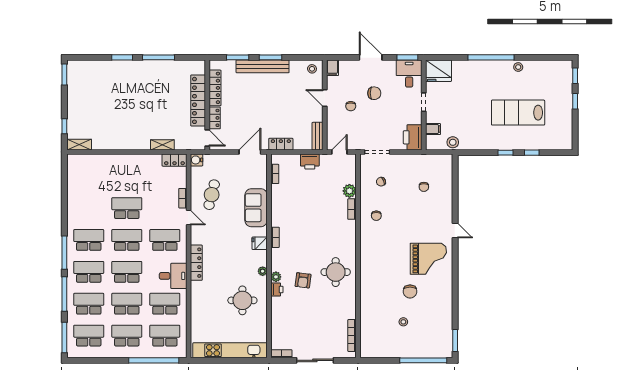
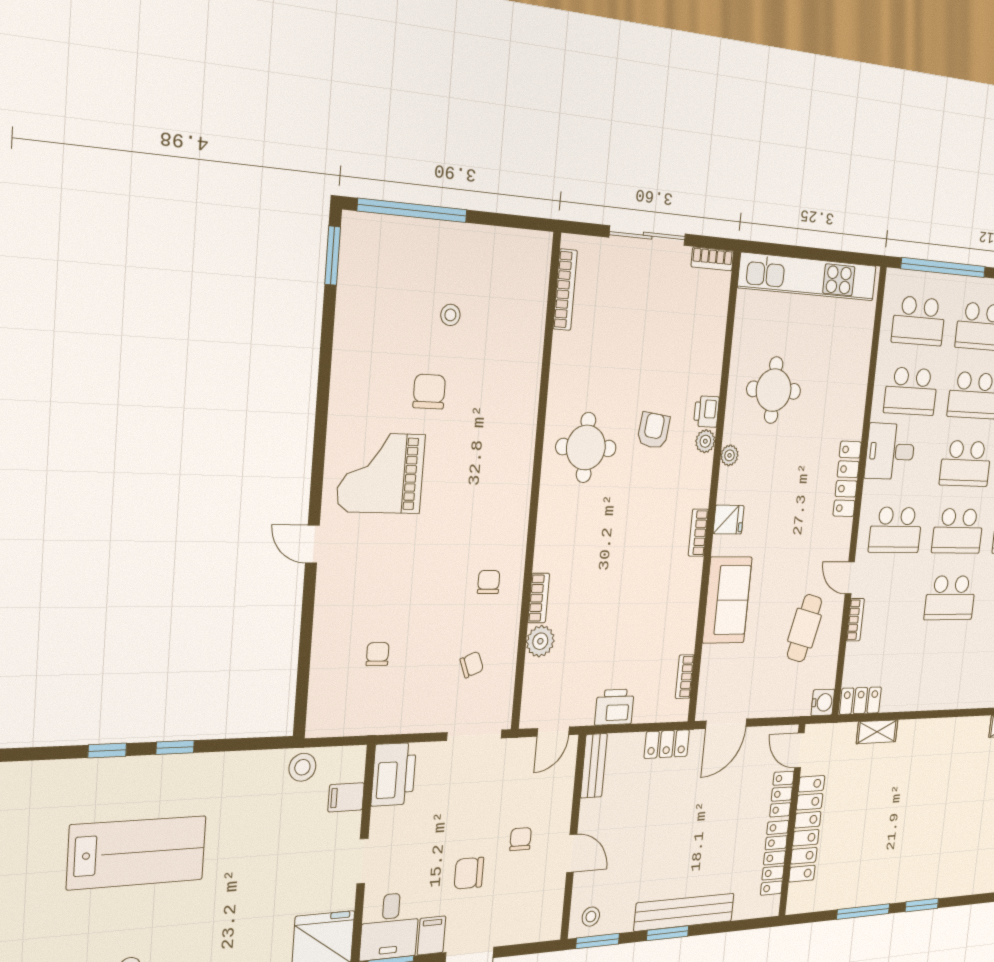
window: (238, 57) -> (598, 941), moved
filing cabinet: (332, 68) -> (432, 935), moved

